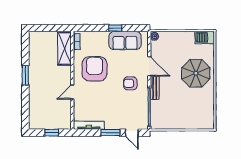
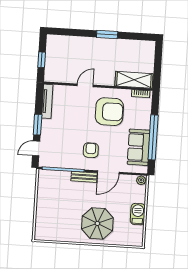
window: (115, 28) -> (153, 137), width x3.17
barbecue: (205, 37) -> (138, 214), moved
door: (72, 92) -> (85, 85), hinge flipped

